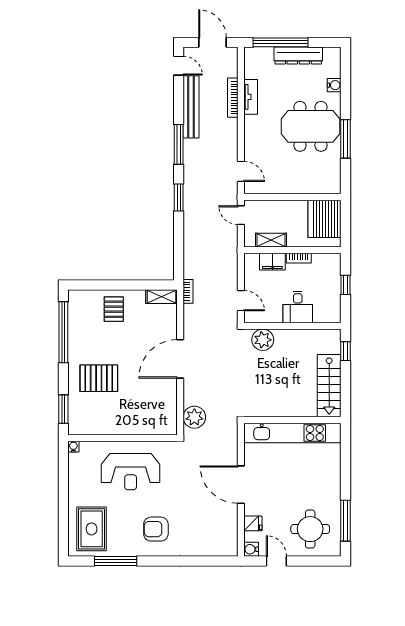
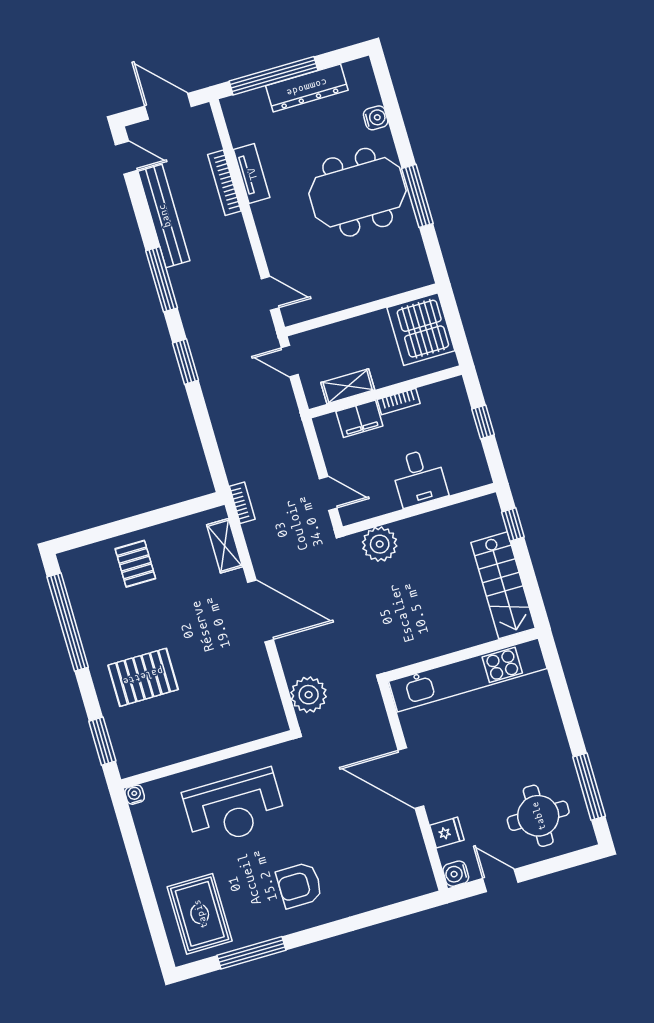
shelving: (161, 297) -> (225, 546), moved, turned 90
door: (180, 359) -> (260, 611), swing flipped

